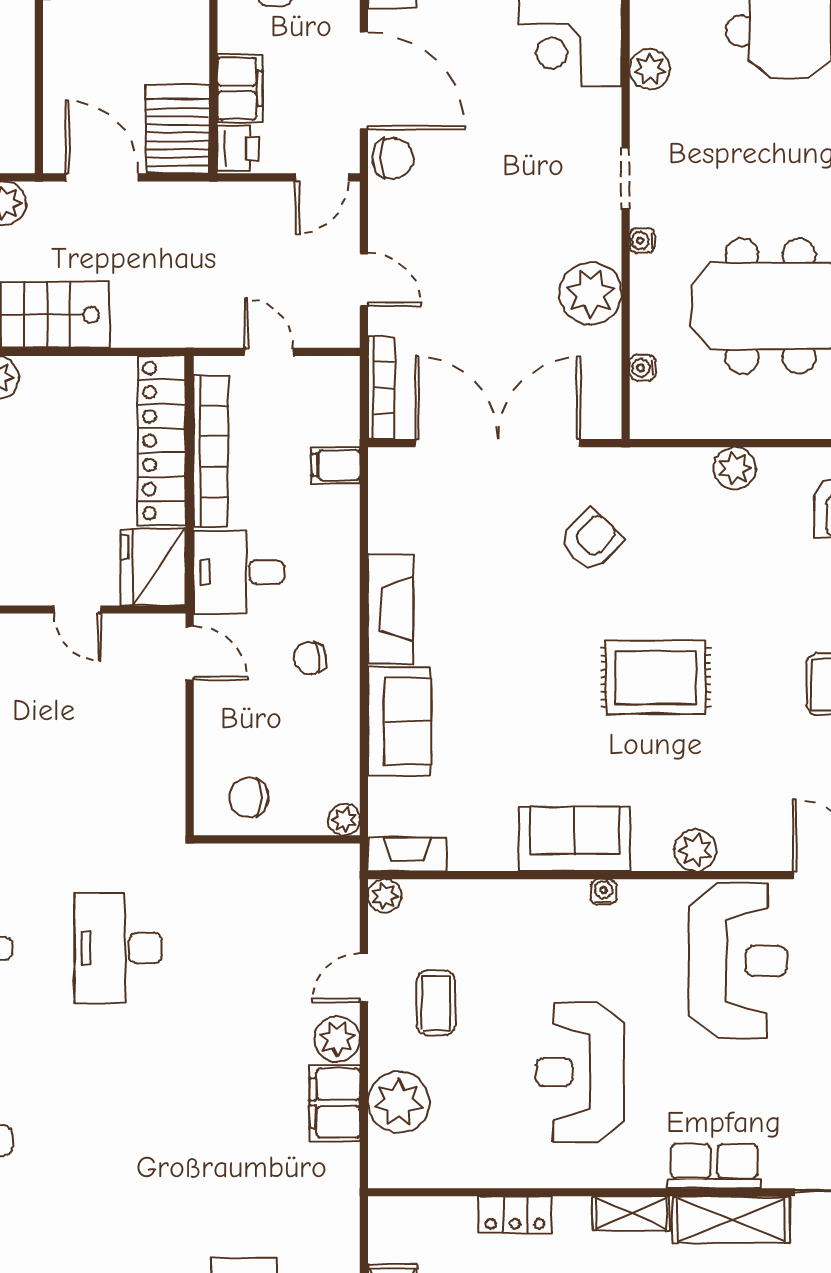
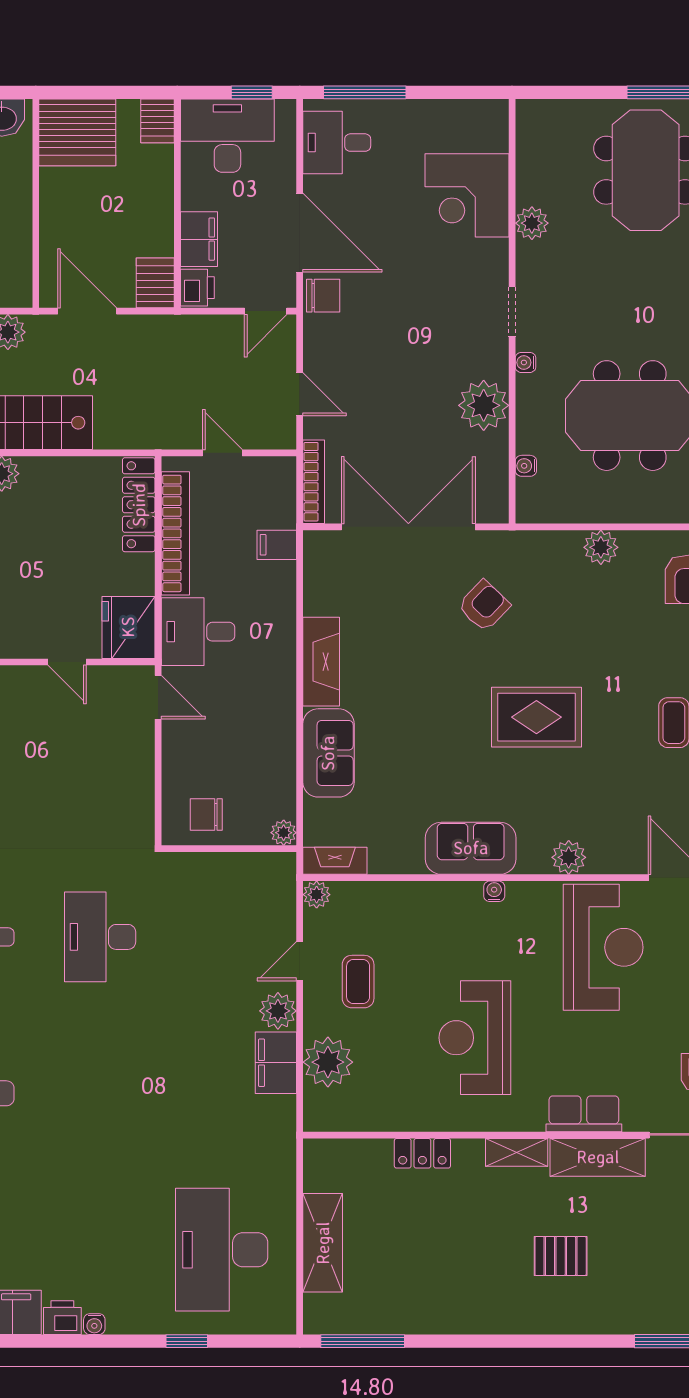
server rack: (178, 129) -> (155, 283), width x0.73, depth x0.70
locker: (162, 441) -> (139, 505), width x0.71, depth x0.83
chair: (310, 658) -> (256, 701), removed

